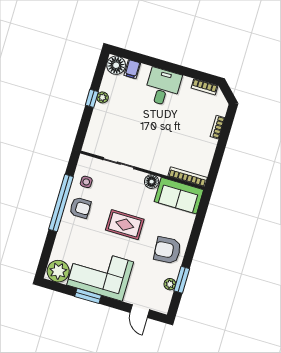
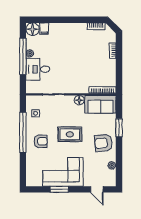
desk: (163, 87) -> (38, 69), moved, turned -90
window: (92, 98) -> (23, 56), width x3.17
armchair: (80, 208) -> (41, 141), moved
plant: (58, 271) -> (34, 179), removed
window: (182, 280) -> (119, 128), moved

